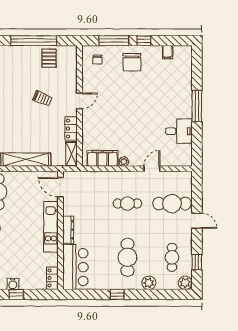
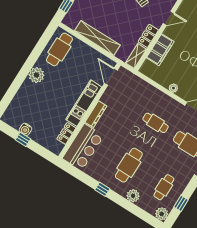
filing cabinet: (103, 158) -> (160, 50), moved, turned 90
locker: (52, 278) -> (66, 133), moved

